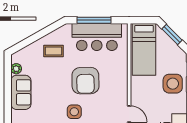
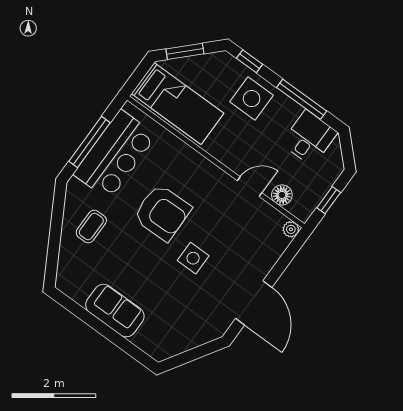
plant: (16, 69) -> (79, 294), removed

